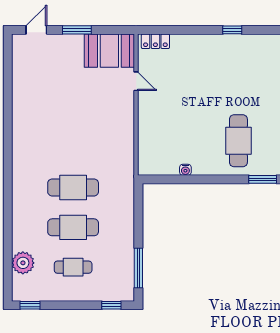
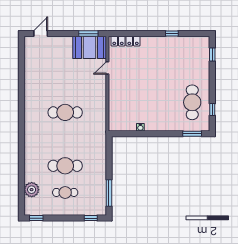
window: (77, 30) -> (88, 34), moved
locker: (155, 41) -> (126, 41), width x1.53
door: (136, 81) -> (107, 68), swing flipped
cafe table: (238, 141) -> (192, 102), moved
cafe table: (73, 187) -> (65, 112), moved

